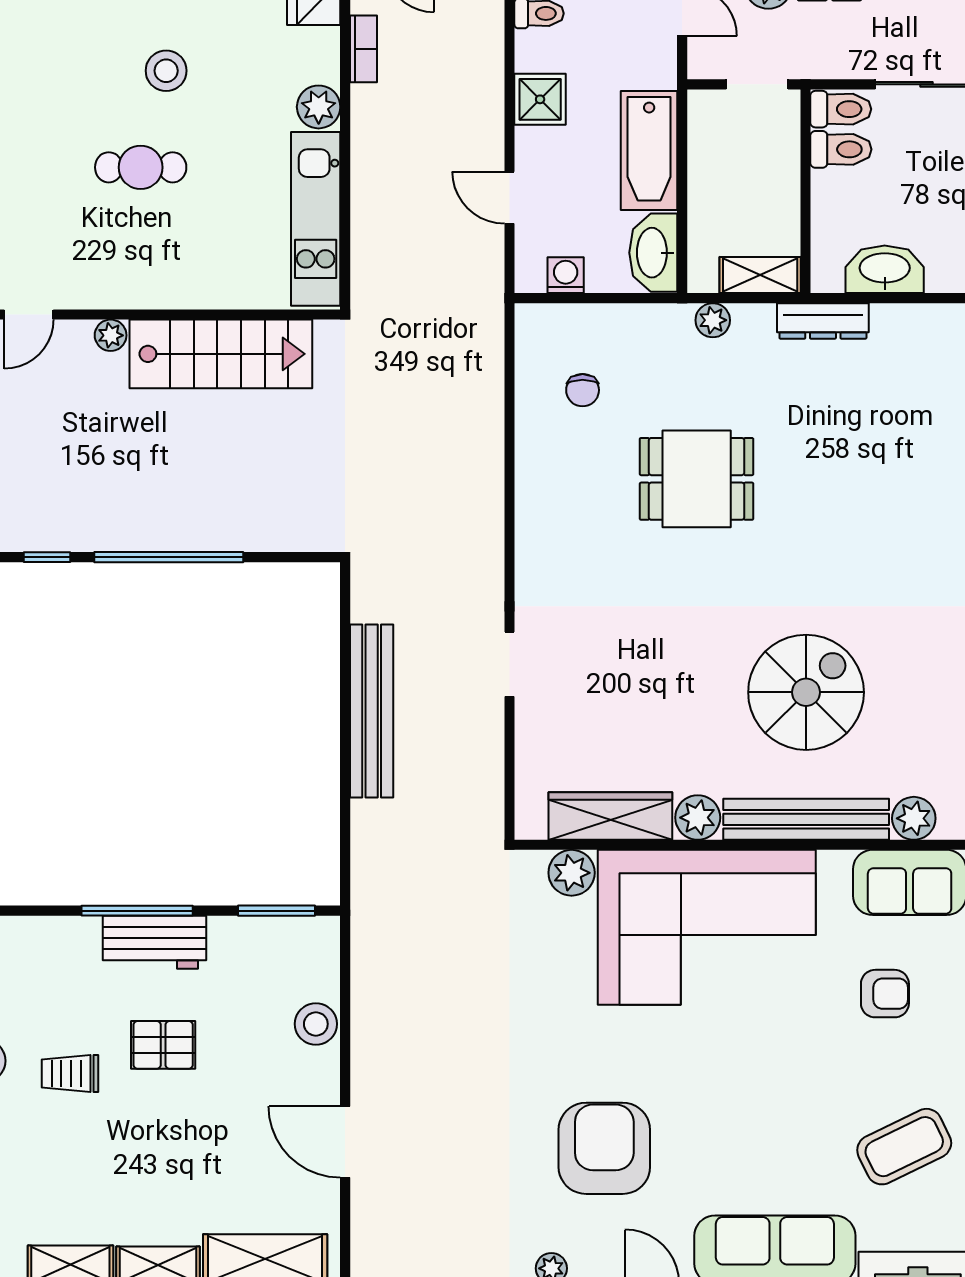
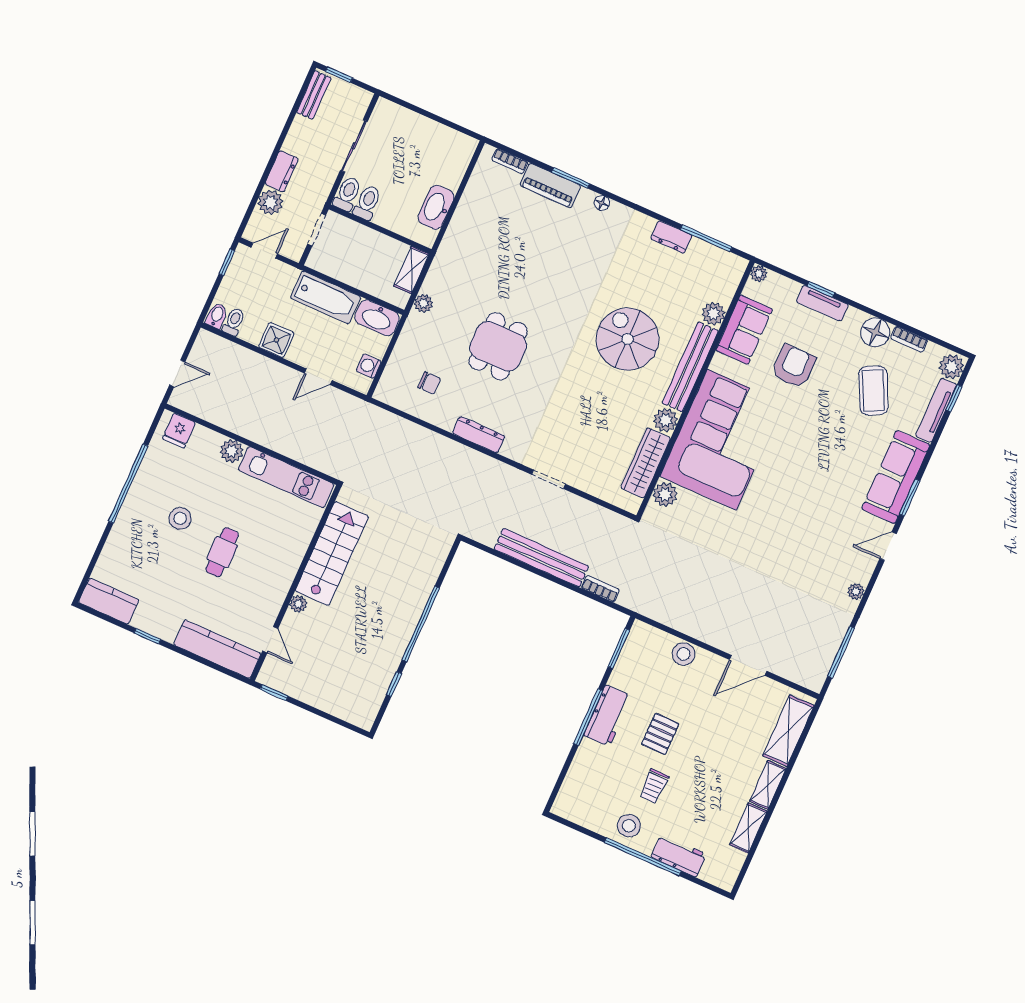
bookcase: (363, 49) -> (600, 589), moved
dresser: (823, 321) -> (479, 435), moved, turned -90
armchair: (885, 994) -> (794, 366), width x1.38, depth x1.38
armchair: (604, 1148) -> (808, 539), removed

